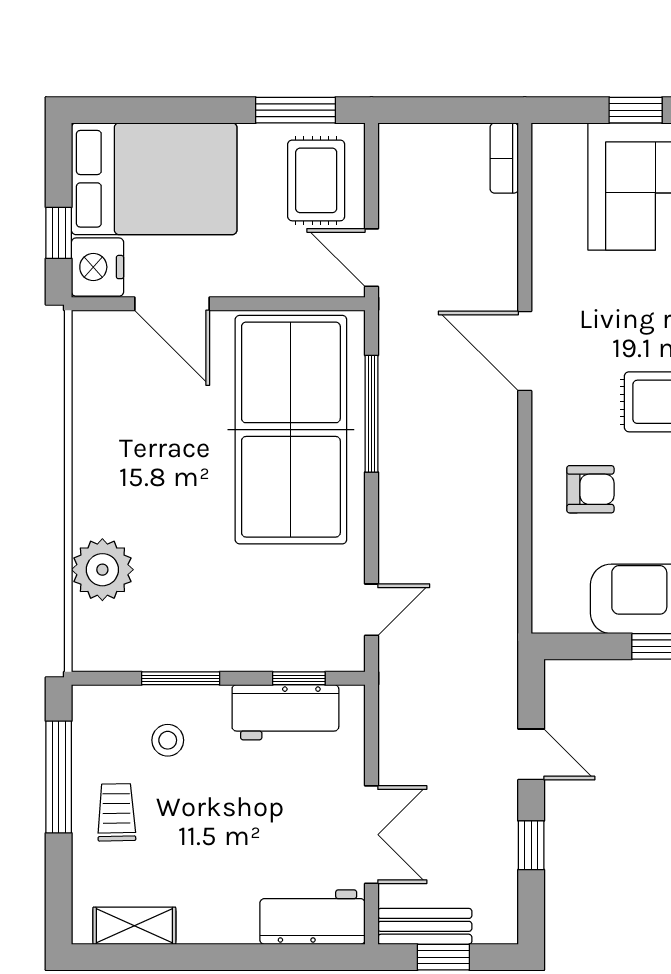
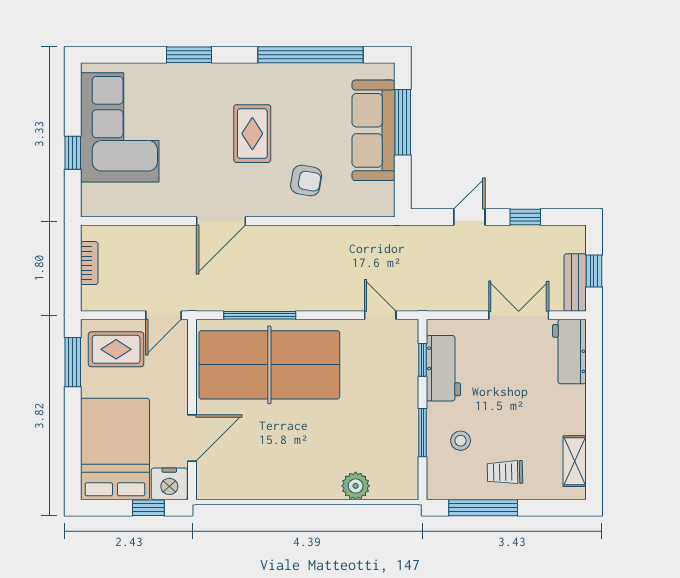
bookcase: (504, 158) -> (89, 263), moved, turned -90
armchair: (590, 489) -> (306, 181), turned 100
plant: (102, 570) -> (356, 486), width x0.73, depth x0.73

